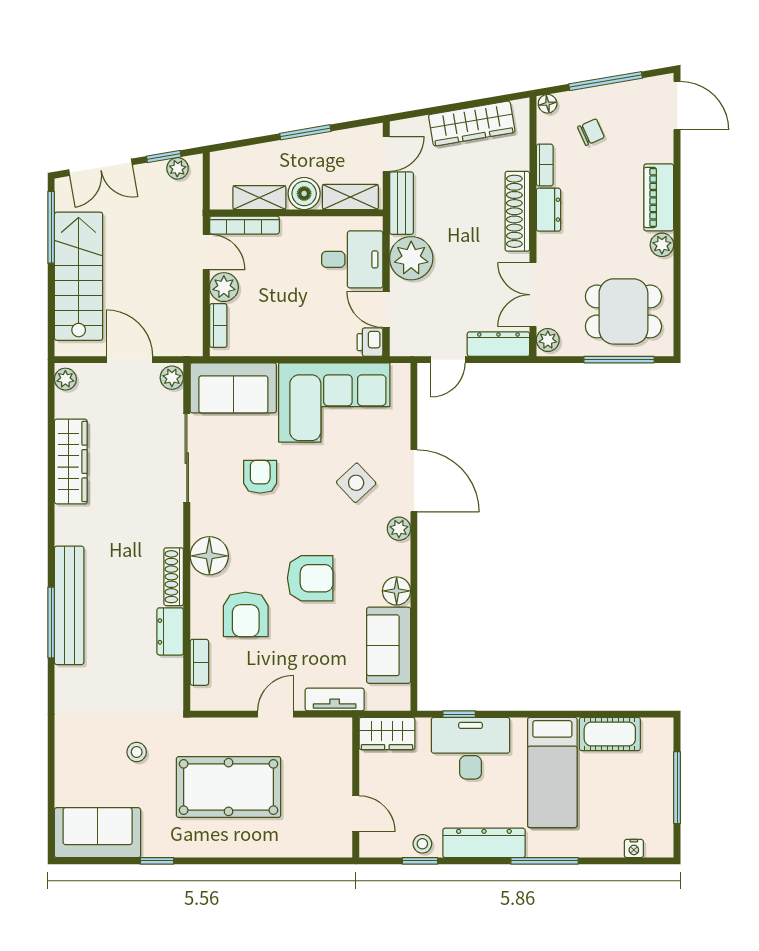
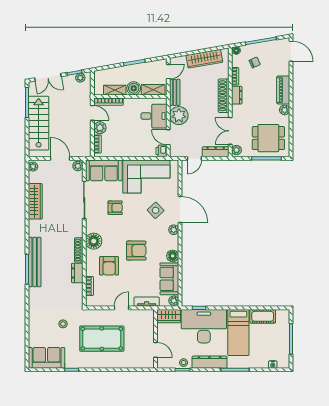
armchair: (260, 477) -> (115, 208), turned 90
plant: (399, 697) -> (174, 301), added
desk: (471, 748) -> (204, 326), width x1.36, depth x1.30

